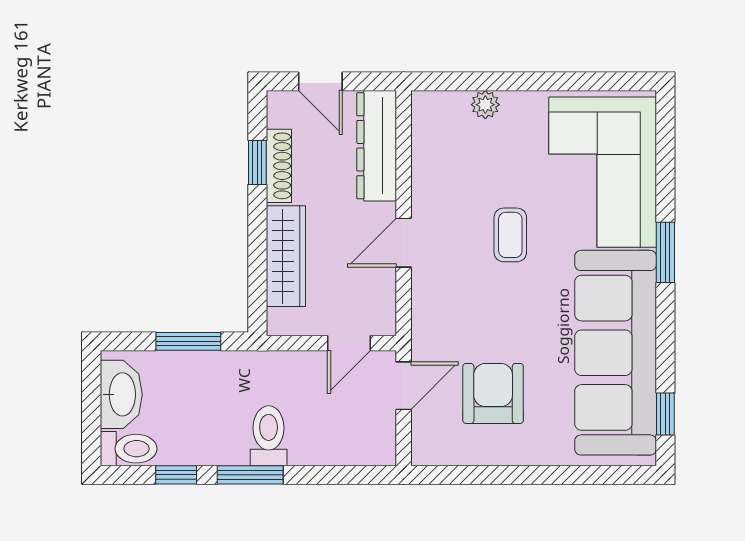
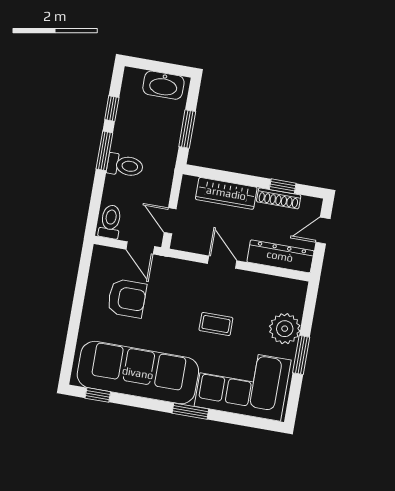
window: (537, 81) -> (301, 355), added
plant: (485, 105) -> (285, 329), width x1.88, depth x1.88
toilet: (129, 449) -> (110, 222), moved, turned 180

